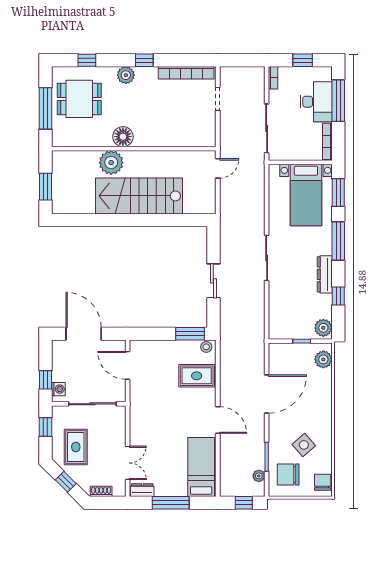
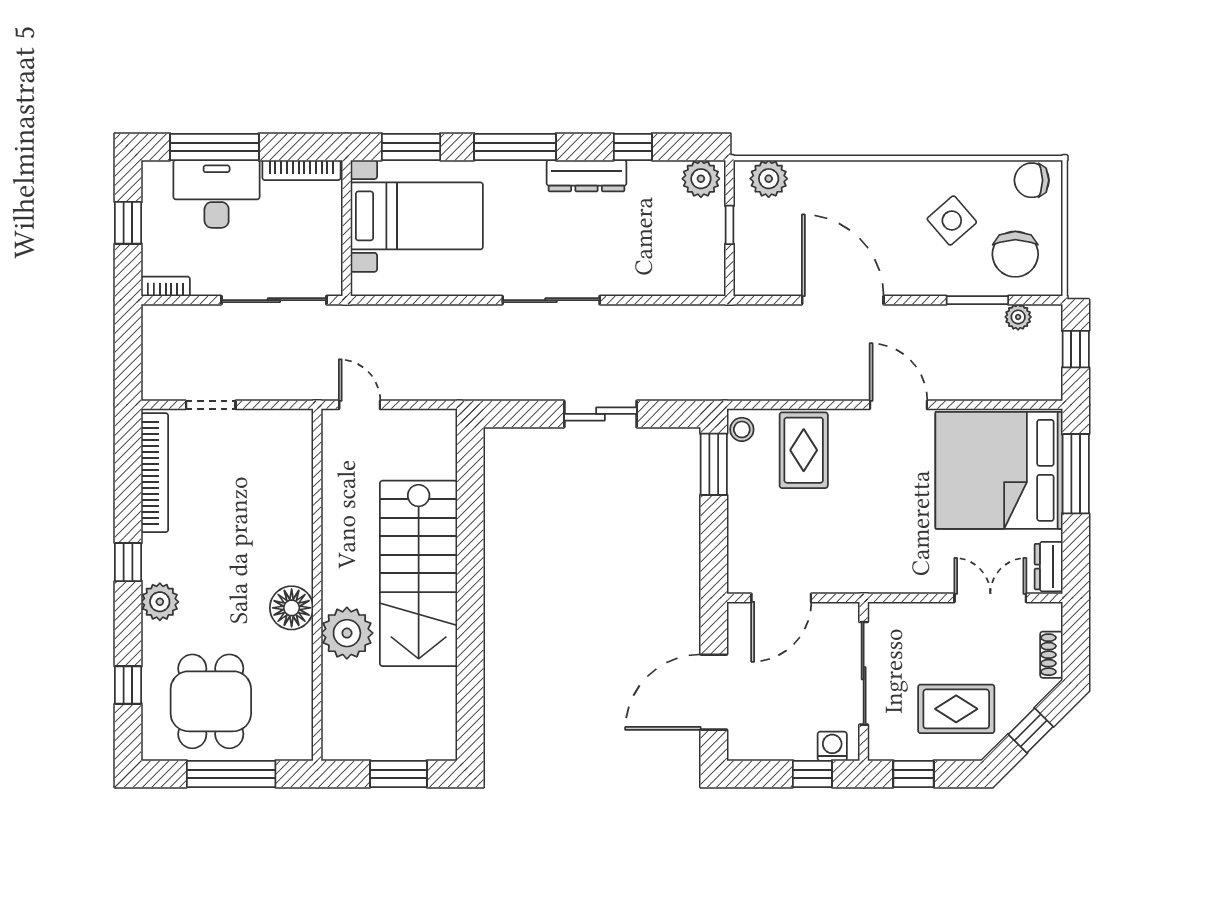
door: (218, 420) -> (898, 405), hinge flipped
bed: (201, 467) -> (999, 470), width x2.04
window: (171, 503) -> (1076, 474), moved

